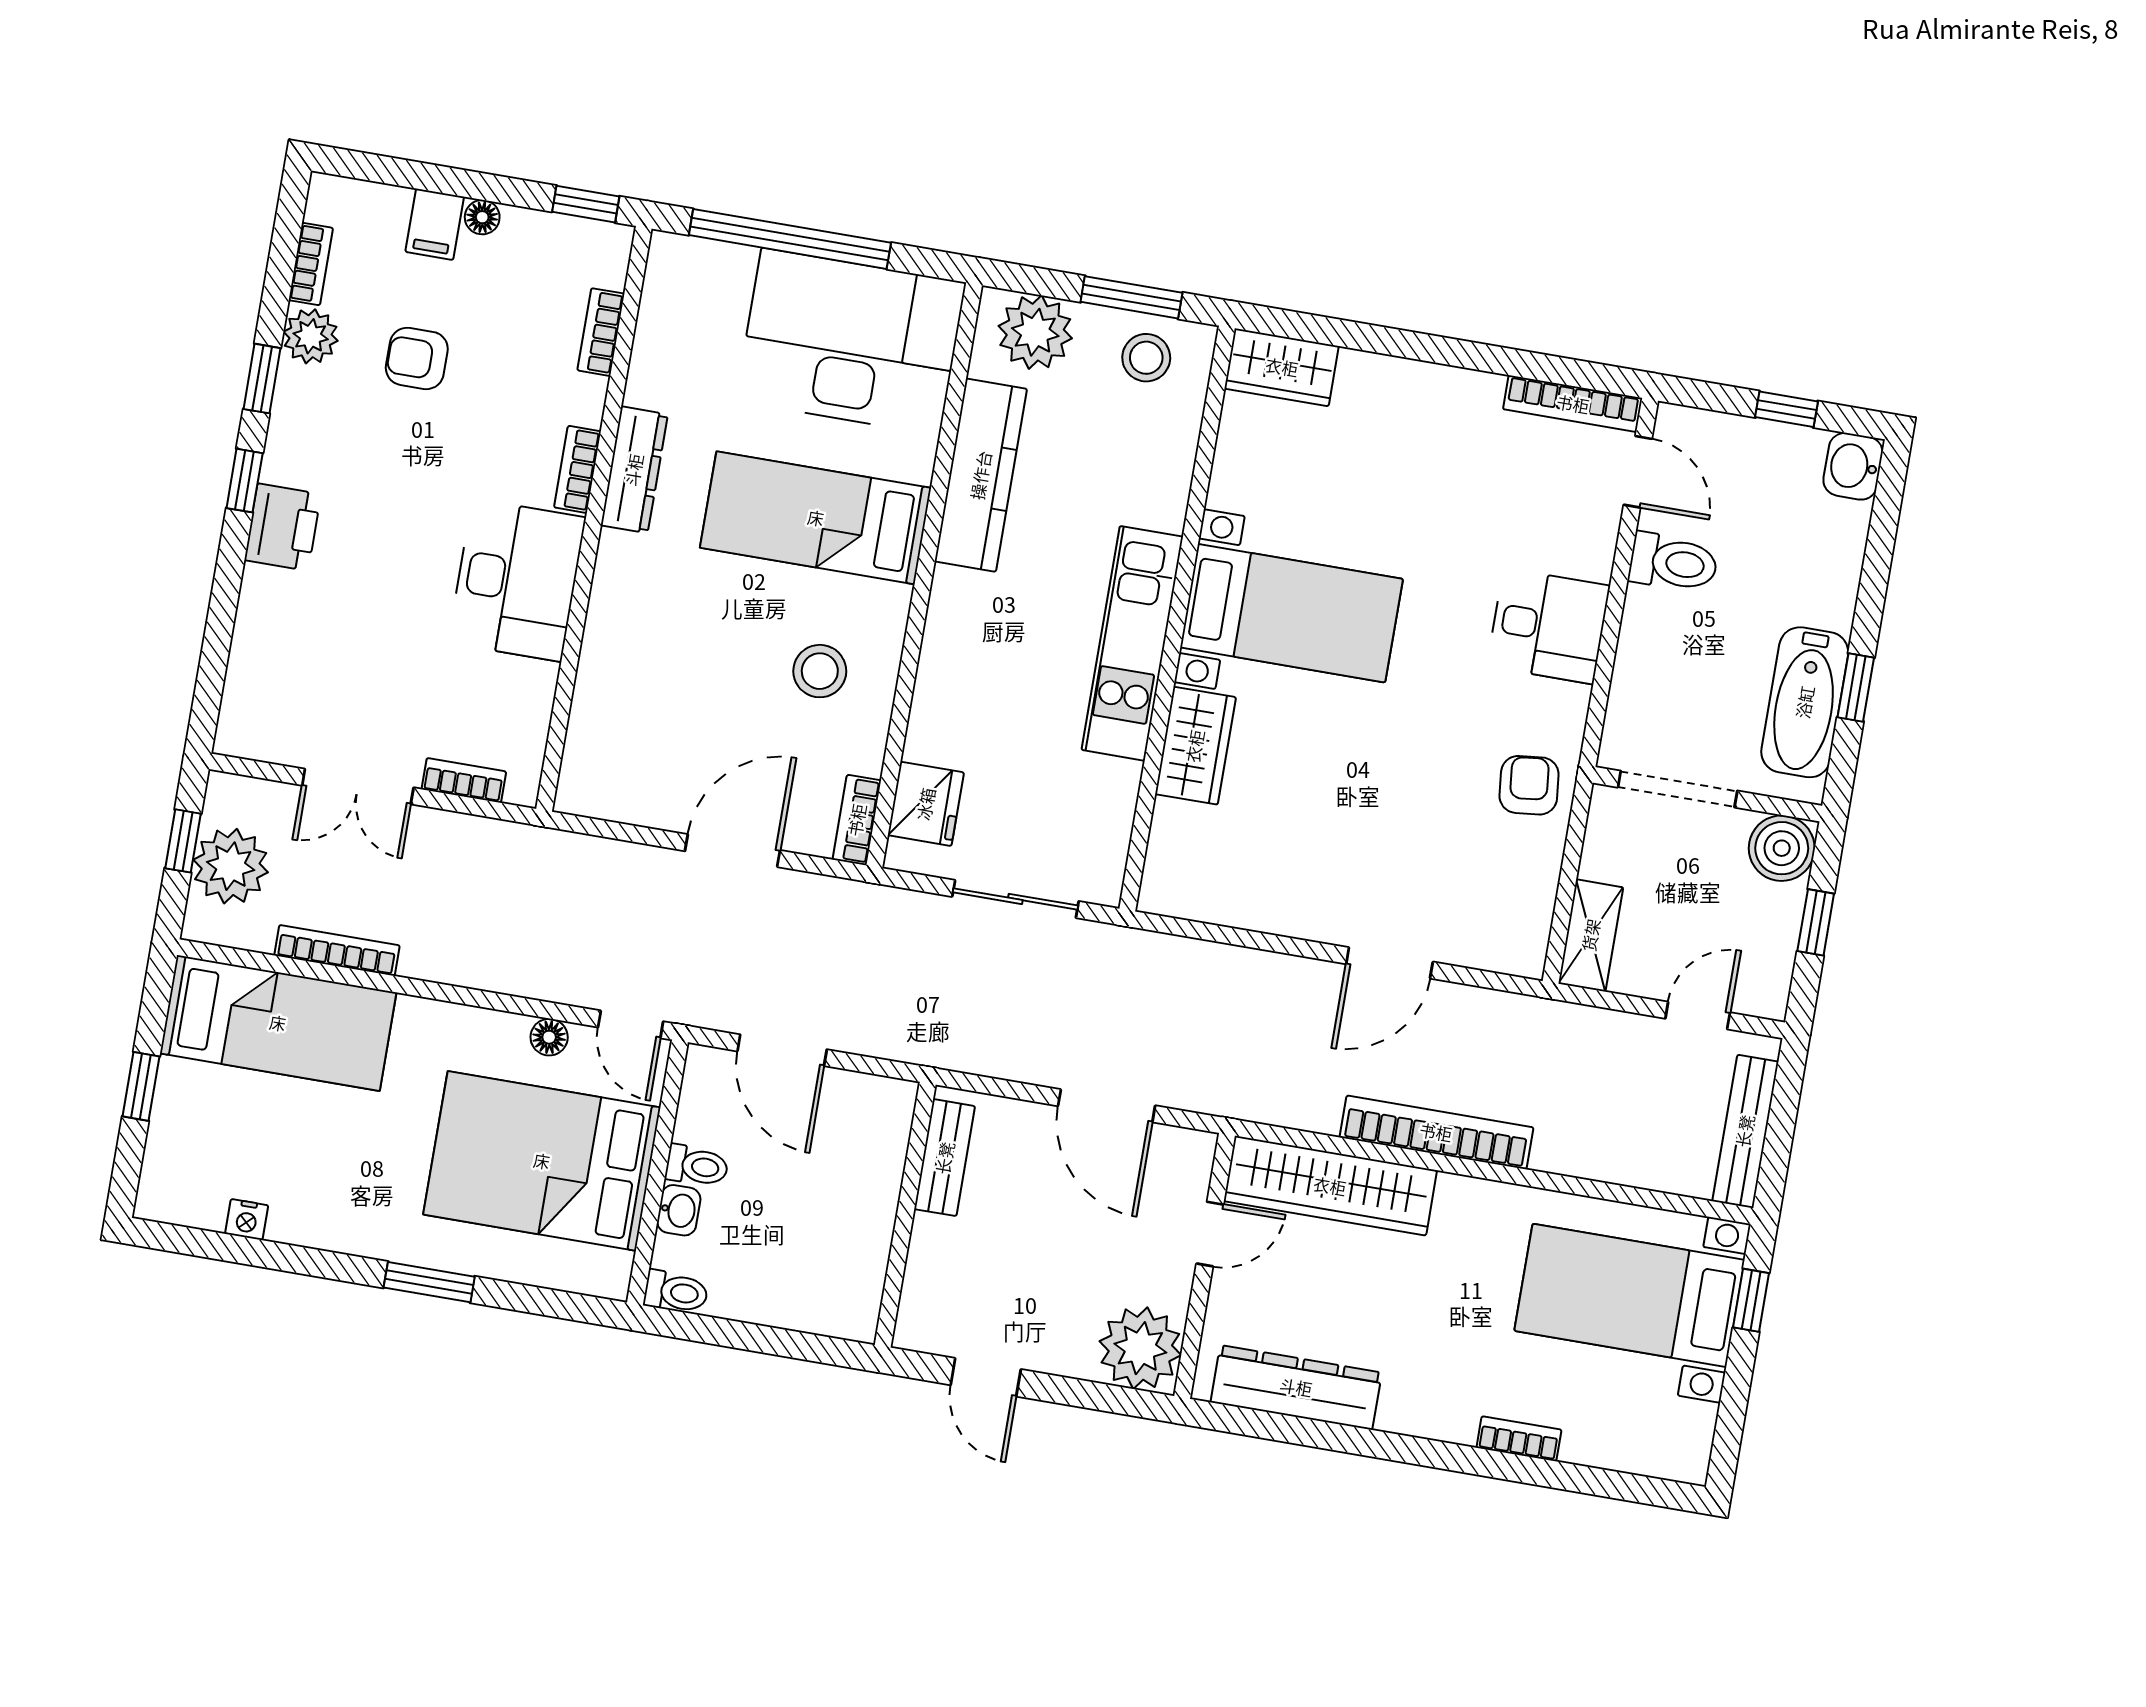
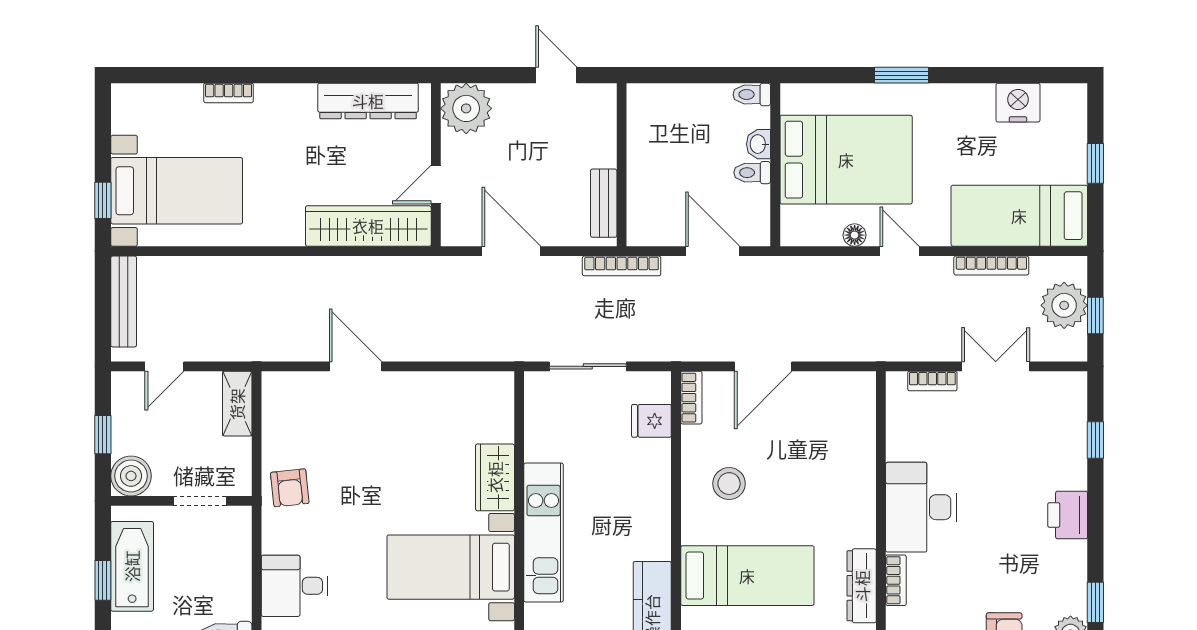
window: (245, 481) -> (1095, 440), moved
doorway: (1678, 789) -> (200, 501), width x0.73
fridge: (926, 804) -> (651, 421), width x0.72
door: (1389, 963) -> (356, 366), hinge flipped
door: (631, 1024) -> (900, 251), moved
bookcase: (1436, 1132) -> (622, 266), moved, width x0.68, depth x0.76
nightstand: (247, 1220) -> (1018, 103), width x1.89, depth x1.79

